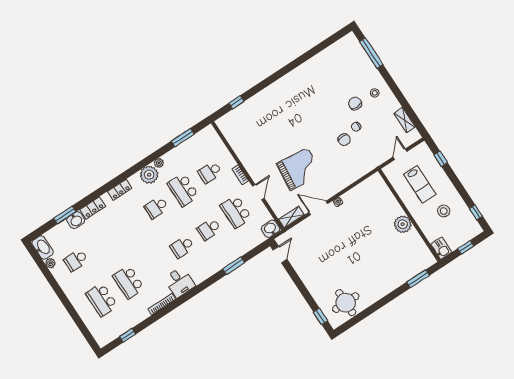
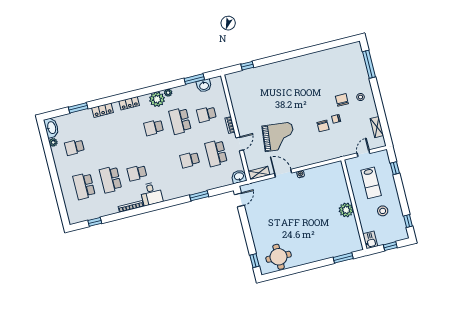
washbasin: (76, 220) -> (204, 86), moved
school desk: (182, 247) -> (137, 173), moved

